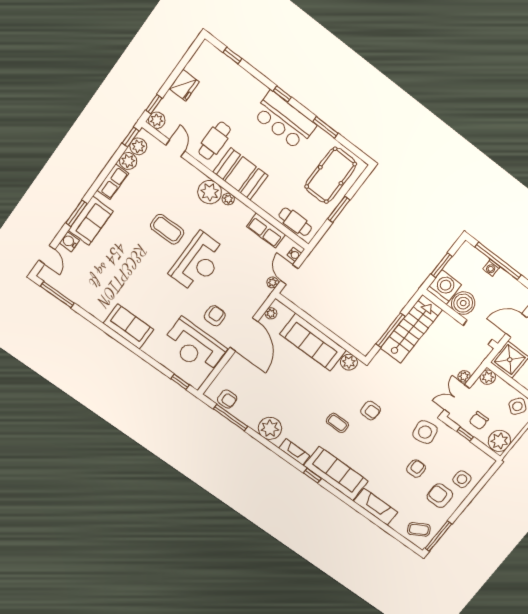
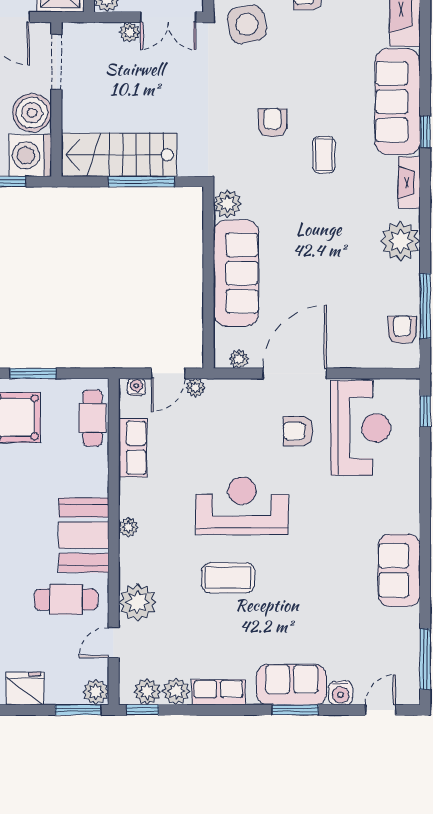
window: (154, 104) -> (78, 710), width x1.50
plant: (210, 192) -> (138, 602), moved
coffee table: (167, 229) -> (228, 578), turned 90
sofa: (128, 326) -> (399, 570), moved

